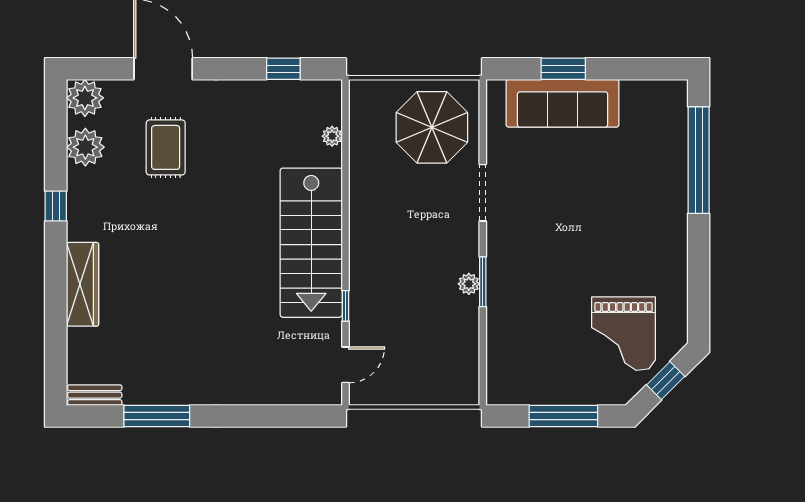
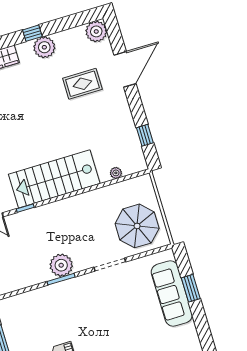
plant: (85, 147) -> (44, 47), moved
plant: (469, 284) -> (61, 265), width x1.87, depth x1.87

